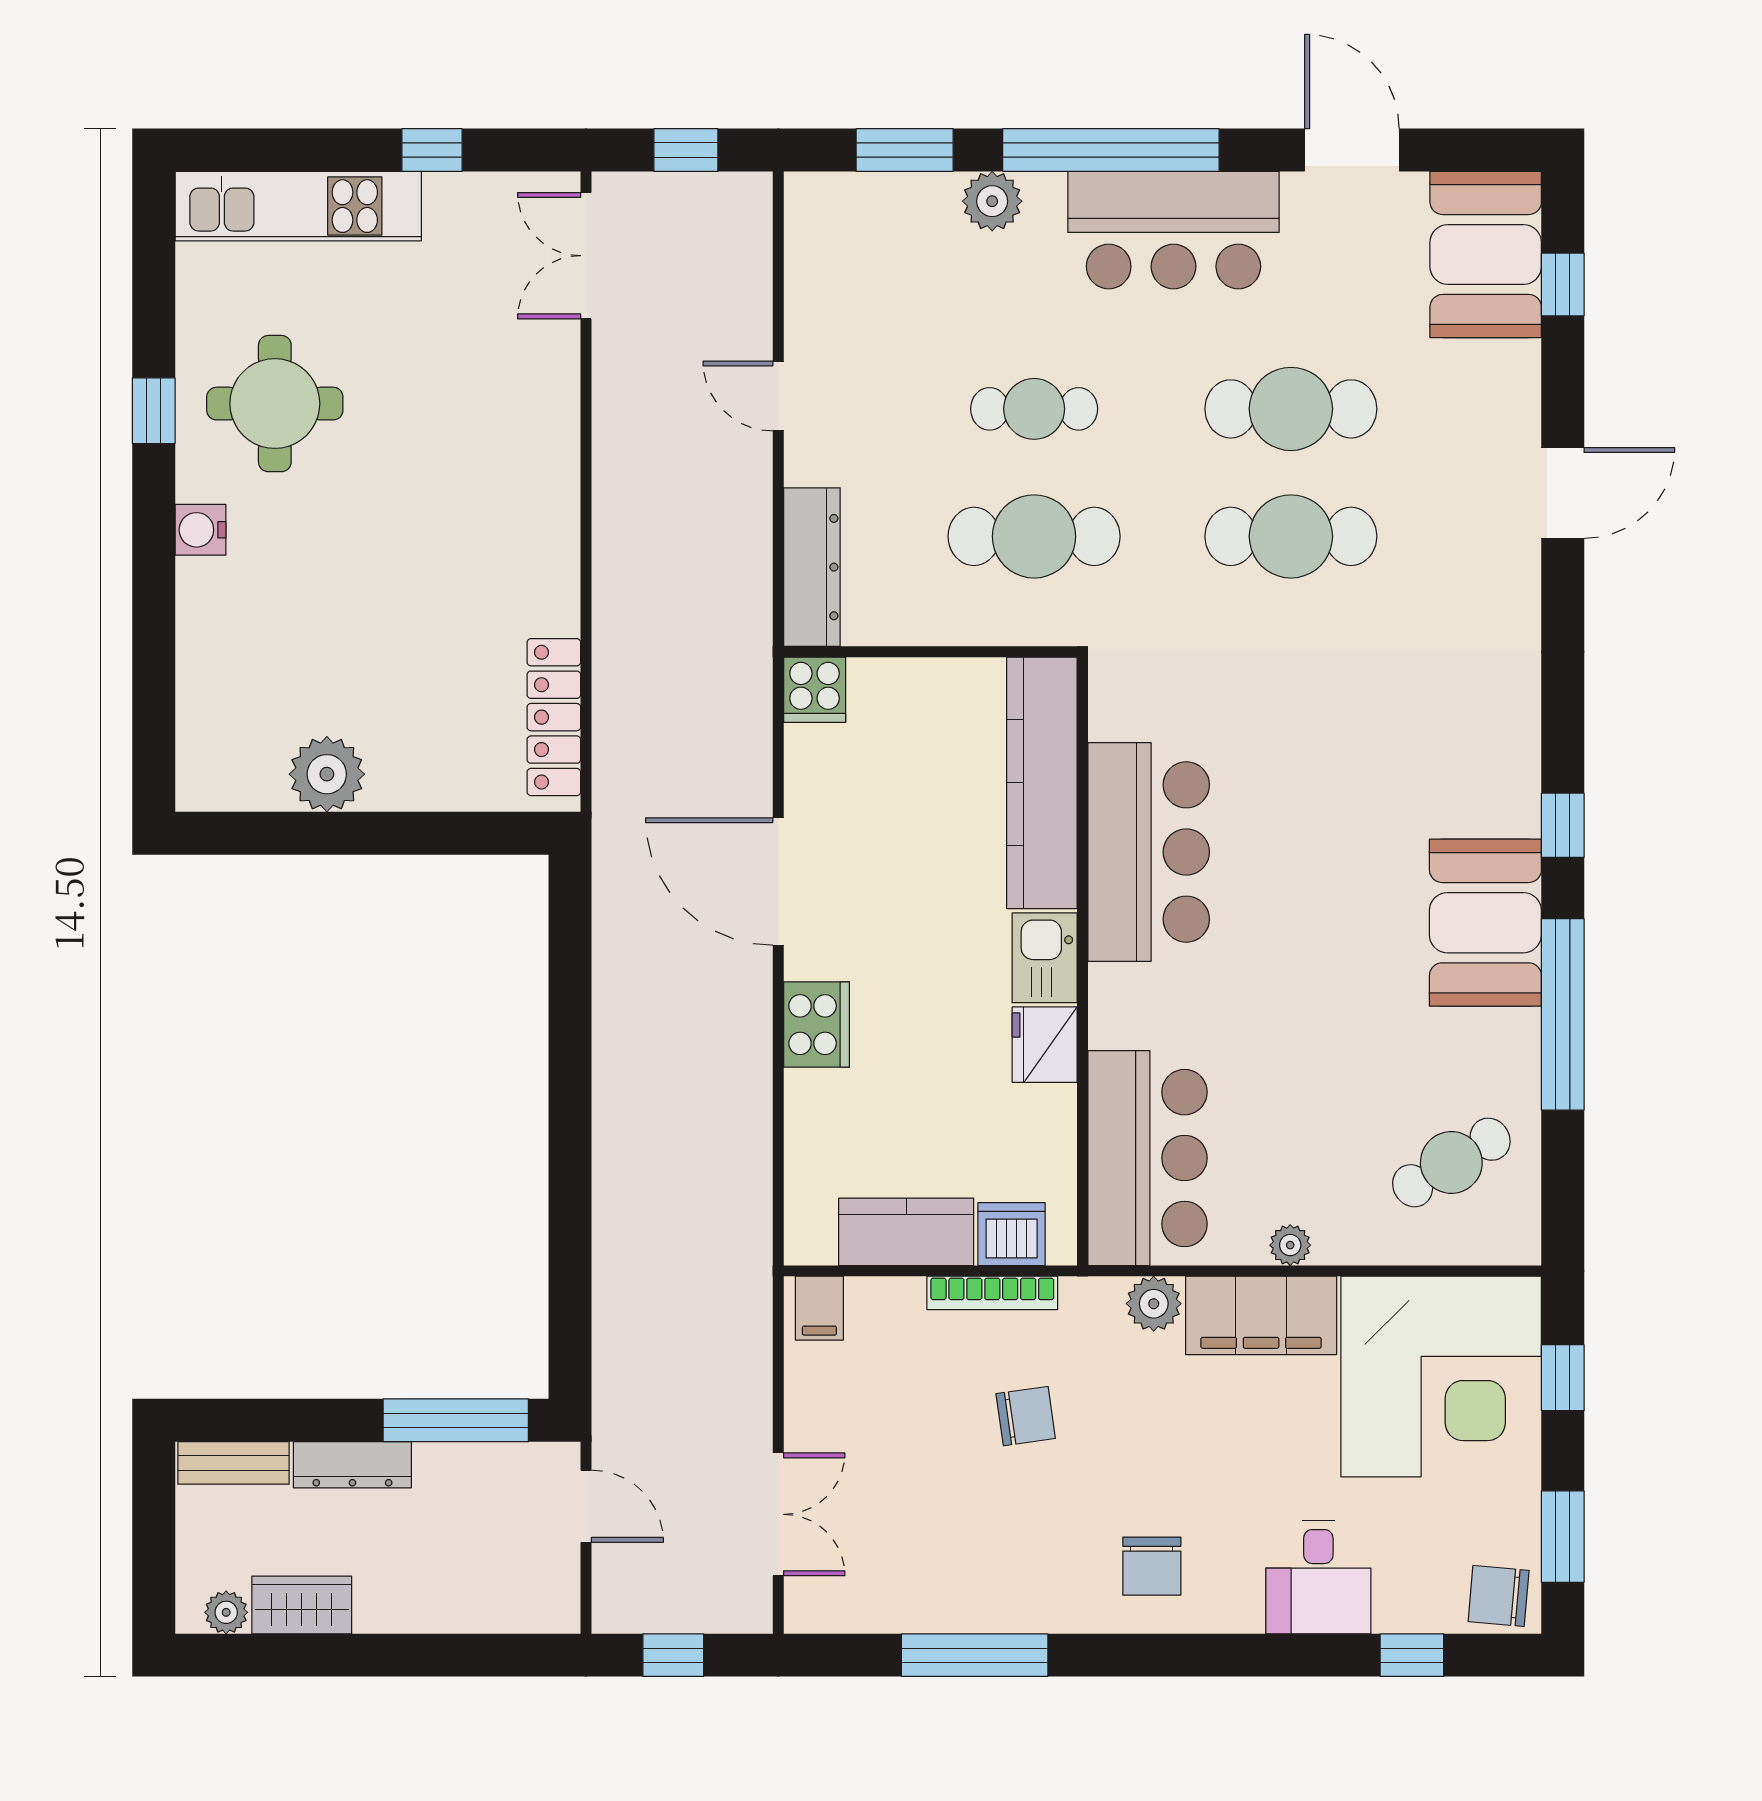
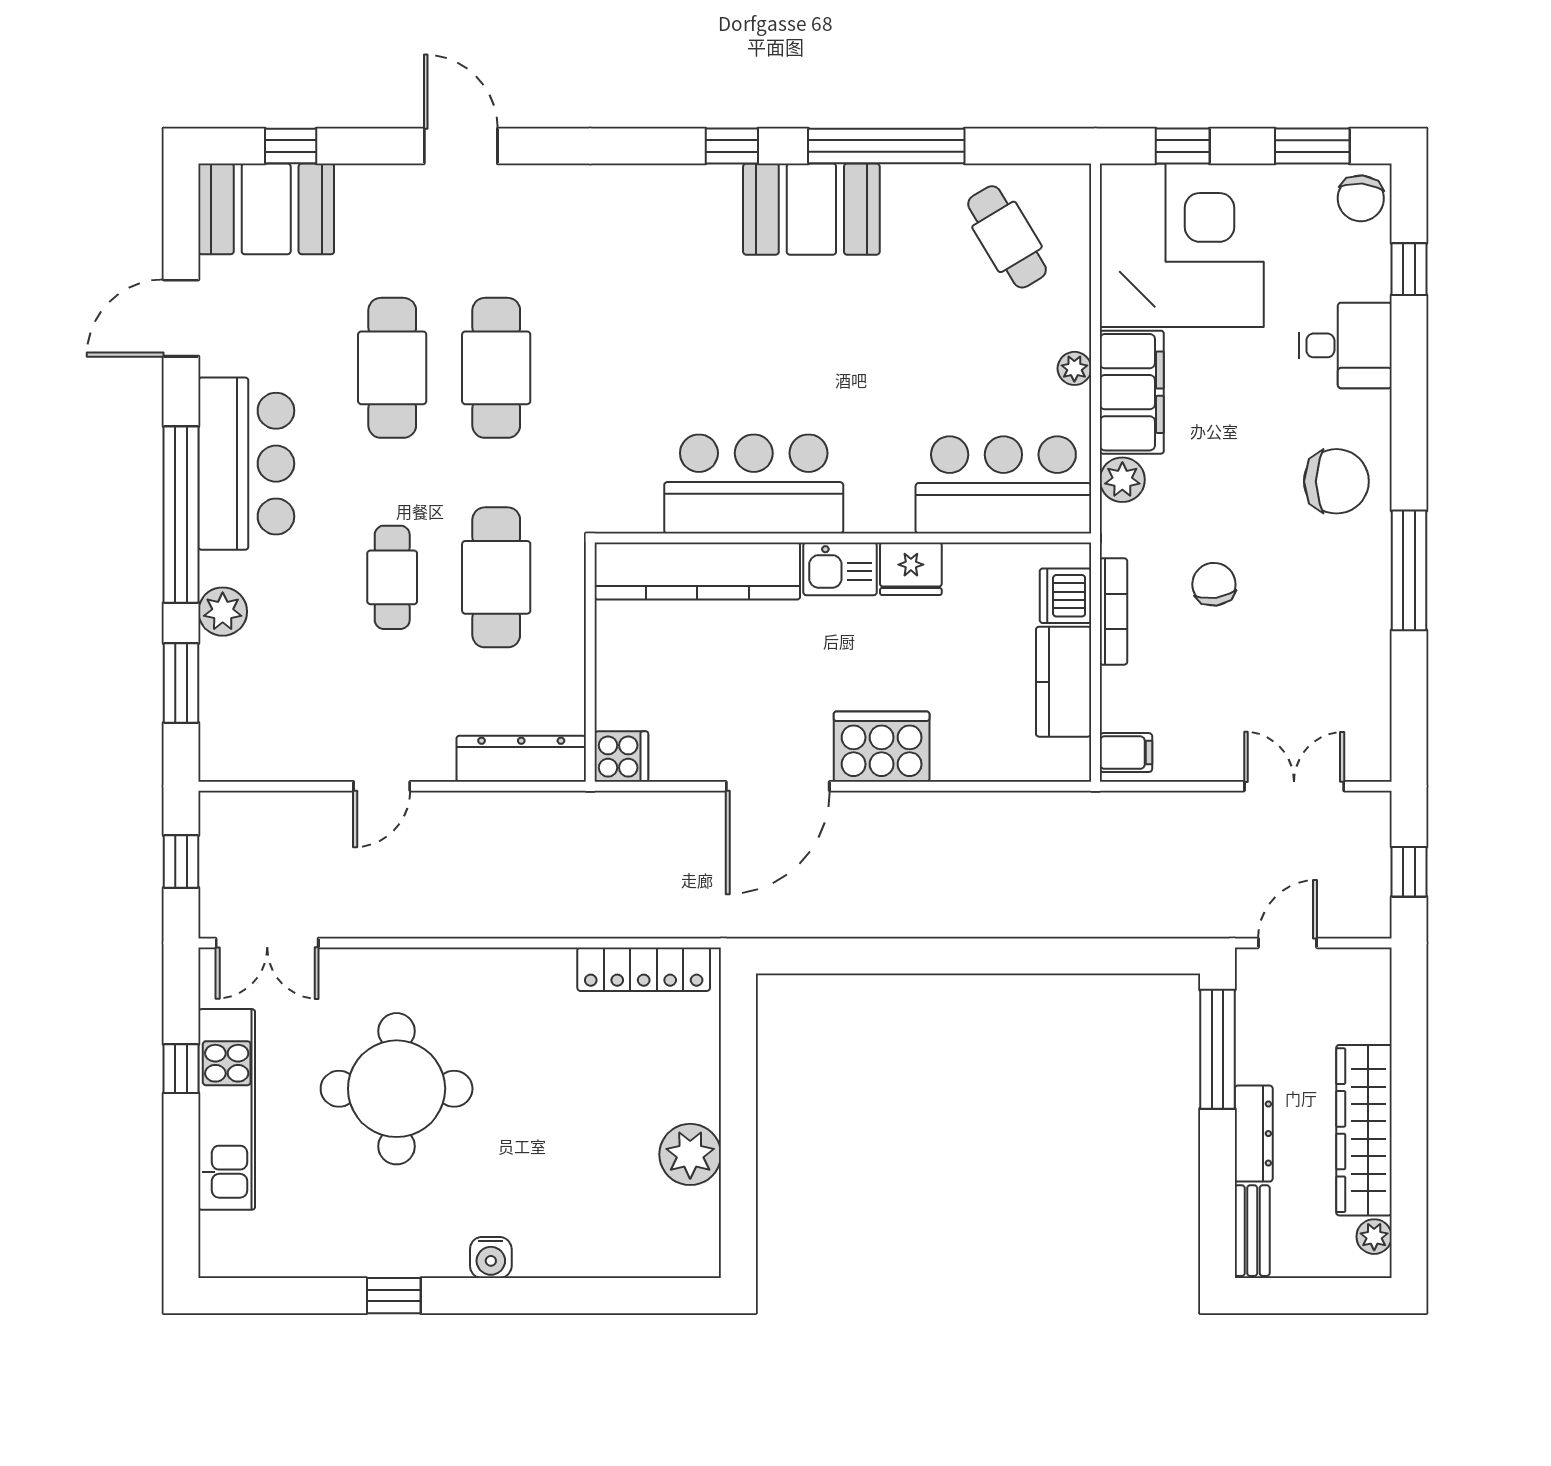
kitchen unit: (298, 206) -> (227, 1109), moved
round table: (275, 404) -> (397, 1089), moved, width x1.36, depth x1.36
cooker: (816, 1025) -> (882, 747), width x1.37, depth x1.31
chair: (1152, 1566) -> (1336, 481), width x1.37, depth x1.37
wardrobe: (302, 1605) -> (1364, 1130), width x2.10, depth x1.17
window: (975, 1655) -> (1409, 570), moved

